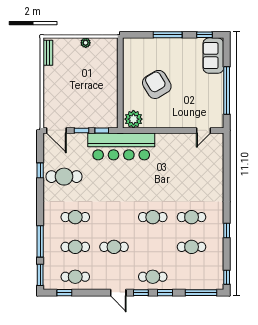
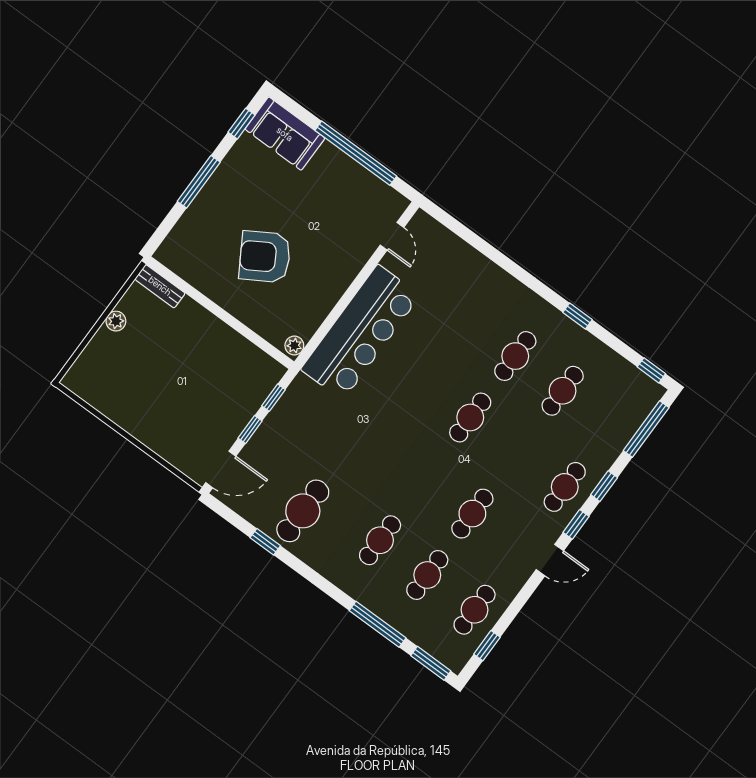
bench: (48, 53) -> (160, 286), moved
plant: (133, 119) -> (294, 346), width x0.53, depth x0.53
bar counter: (121, 146) -> (361, 332), moved

